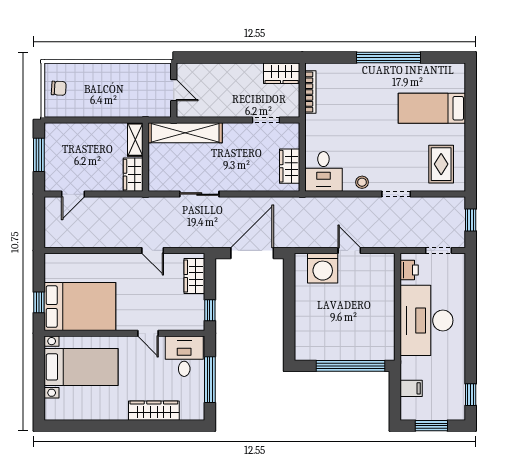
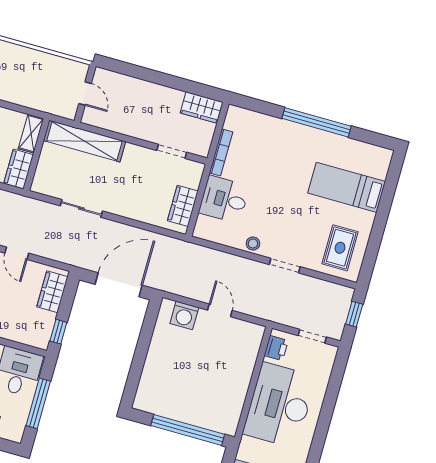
bookcase: (310, 92) -> (221, 152), moved
desk: (323, 171) -> (224, 199), moved, turned 90
washing machine: (323, 268) -> (184, 315), width x0.73, depth x0.73

